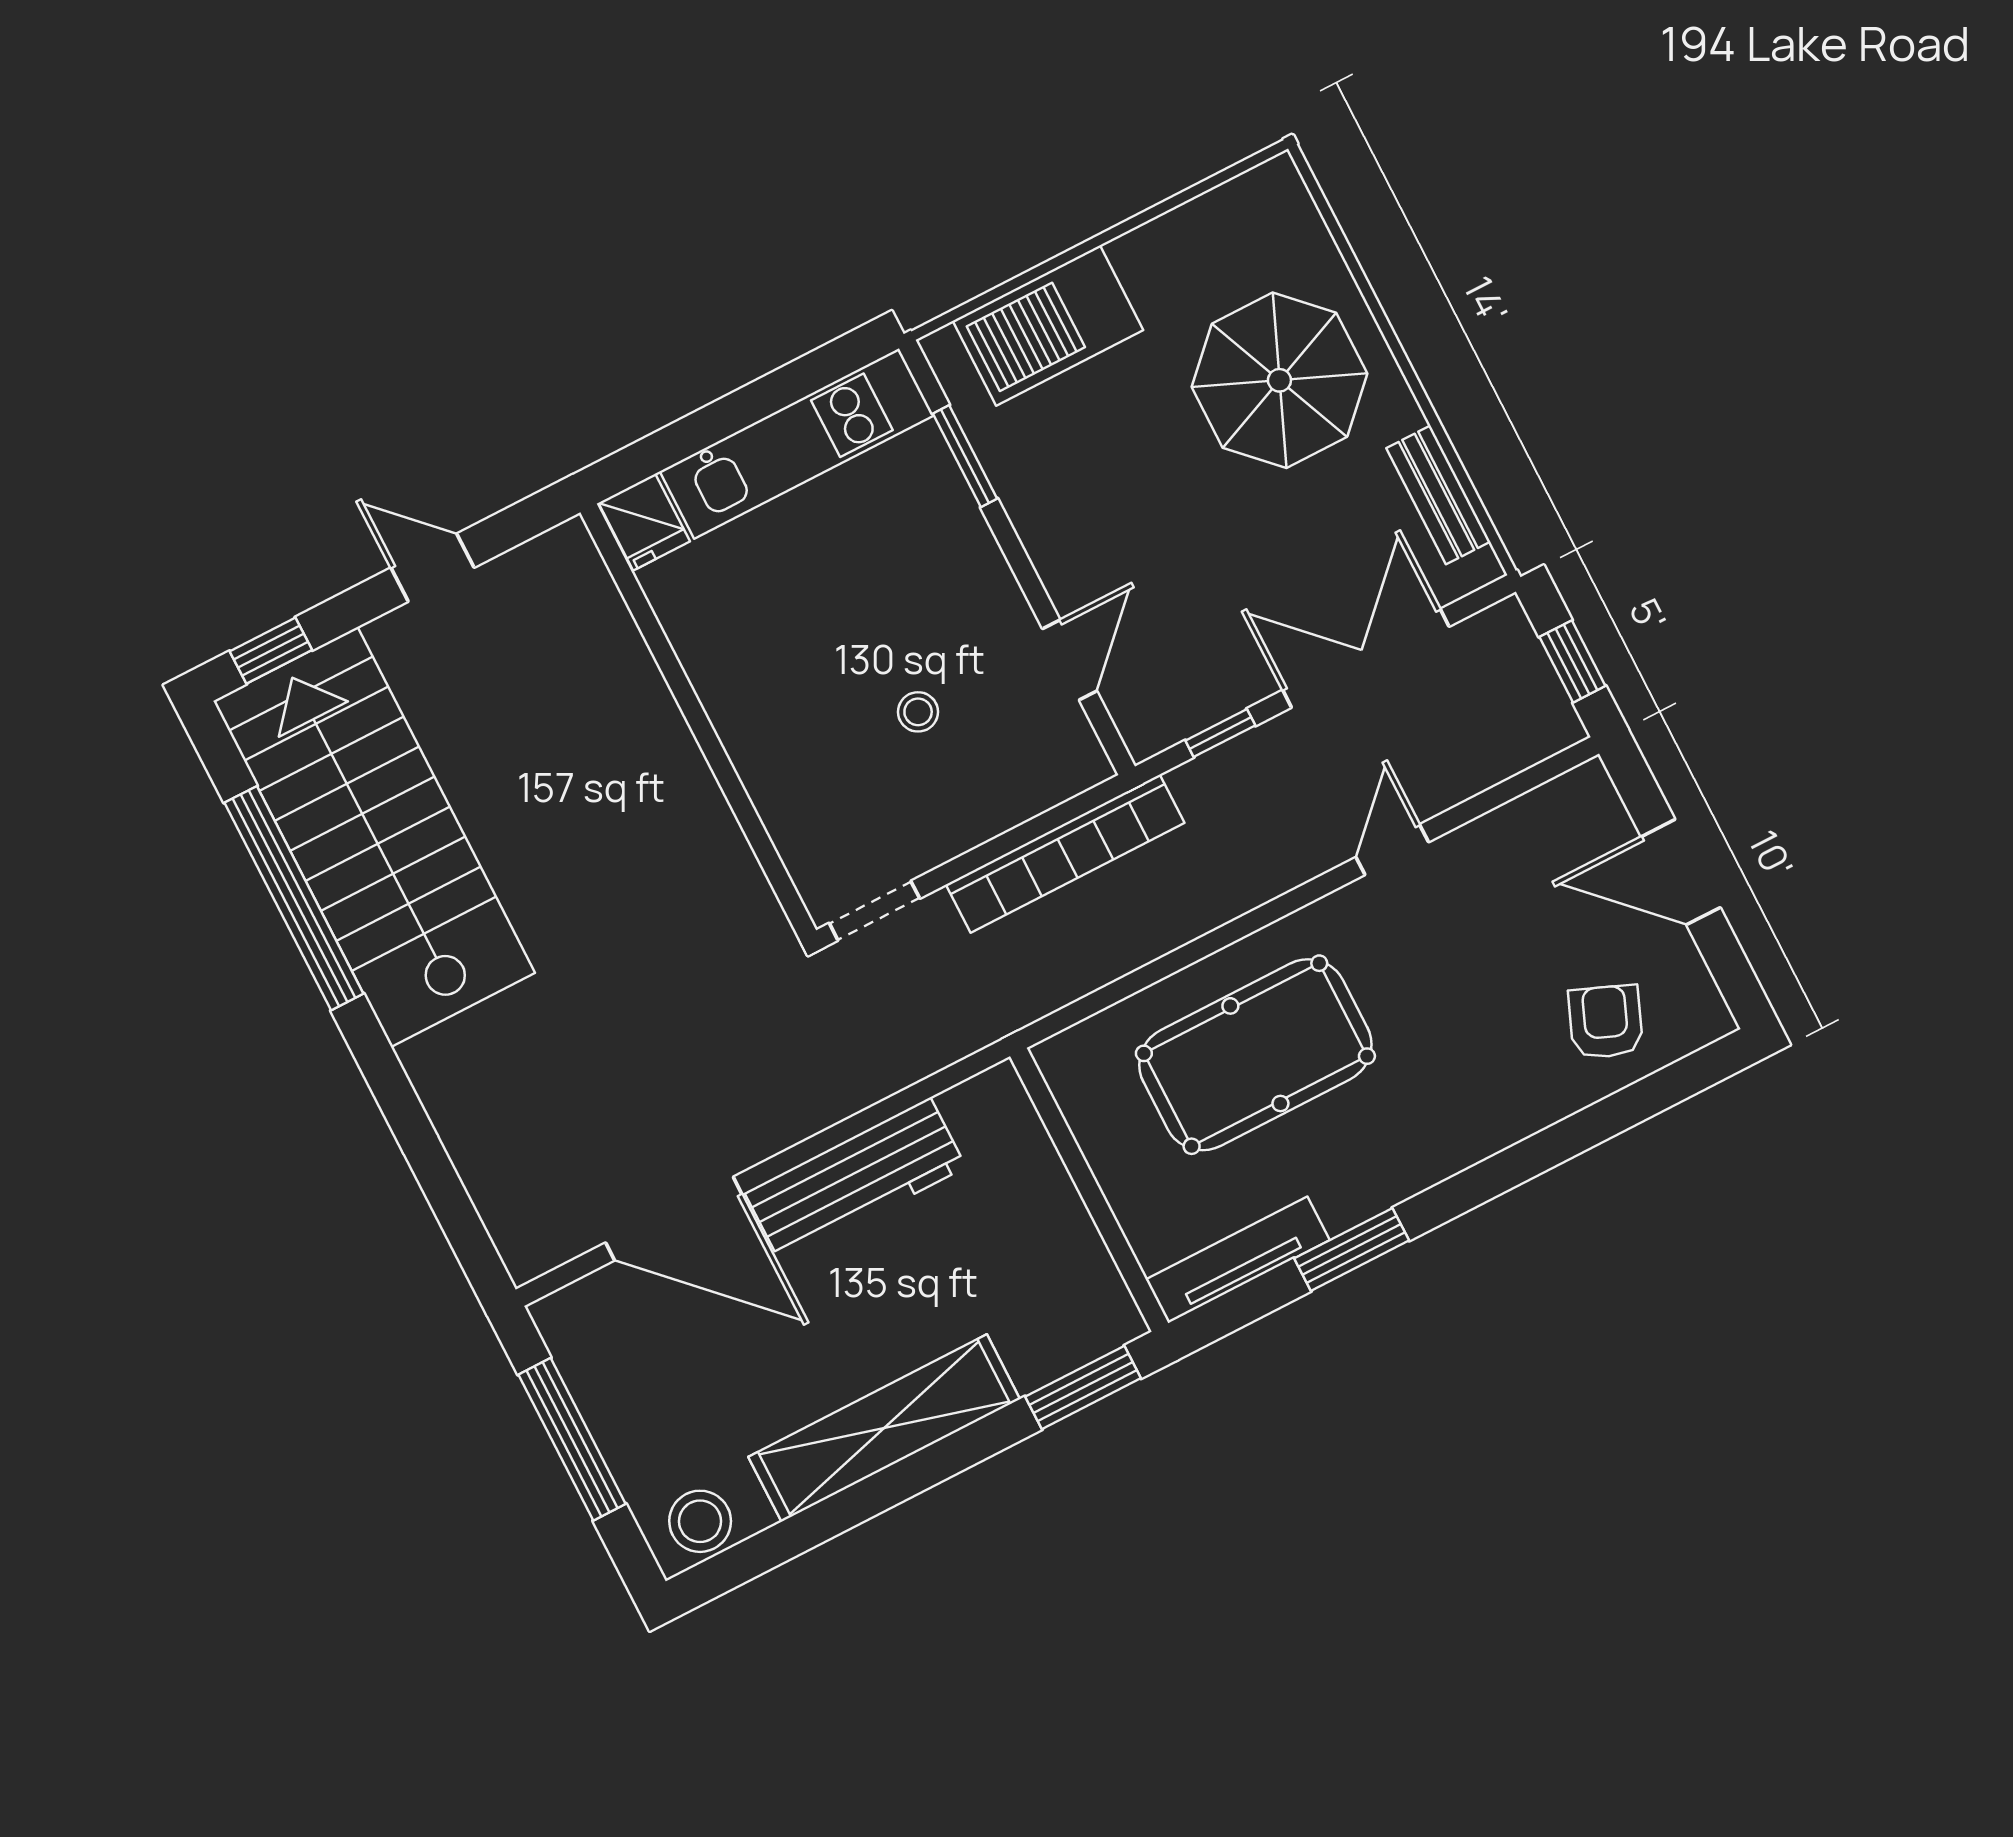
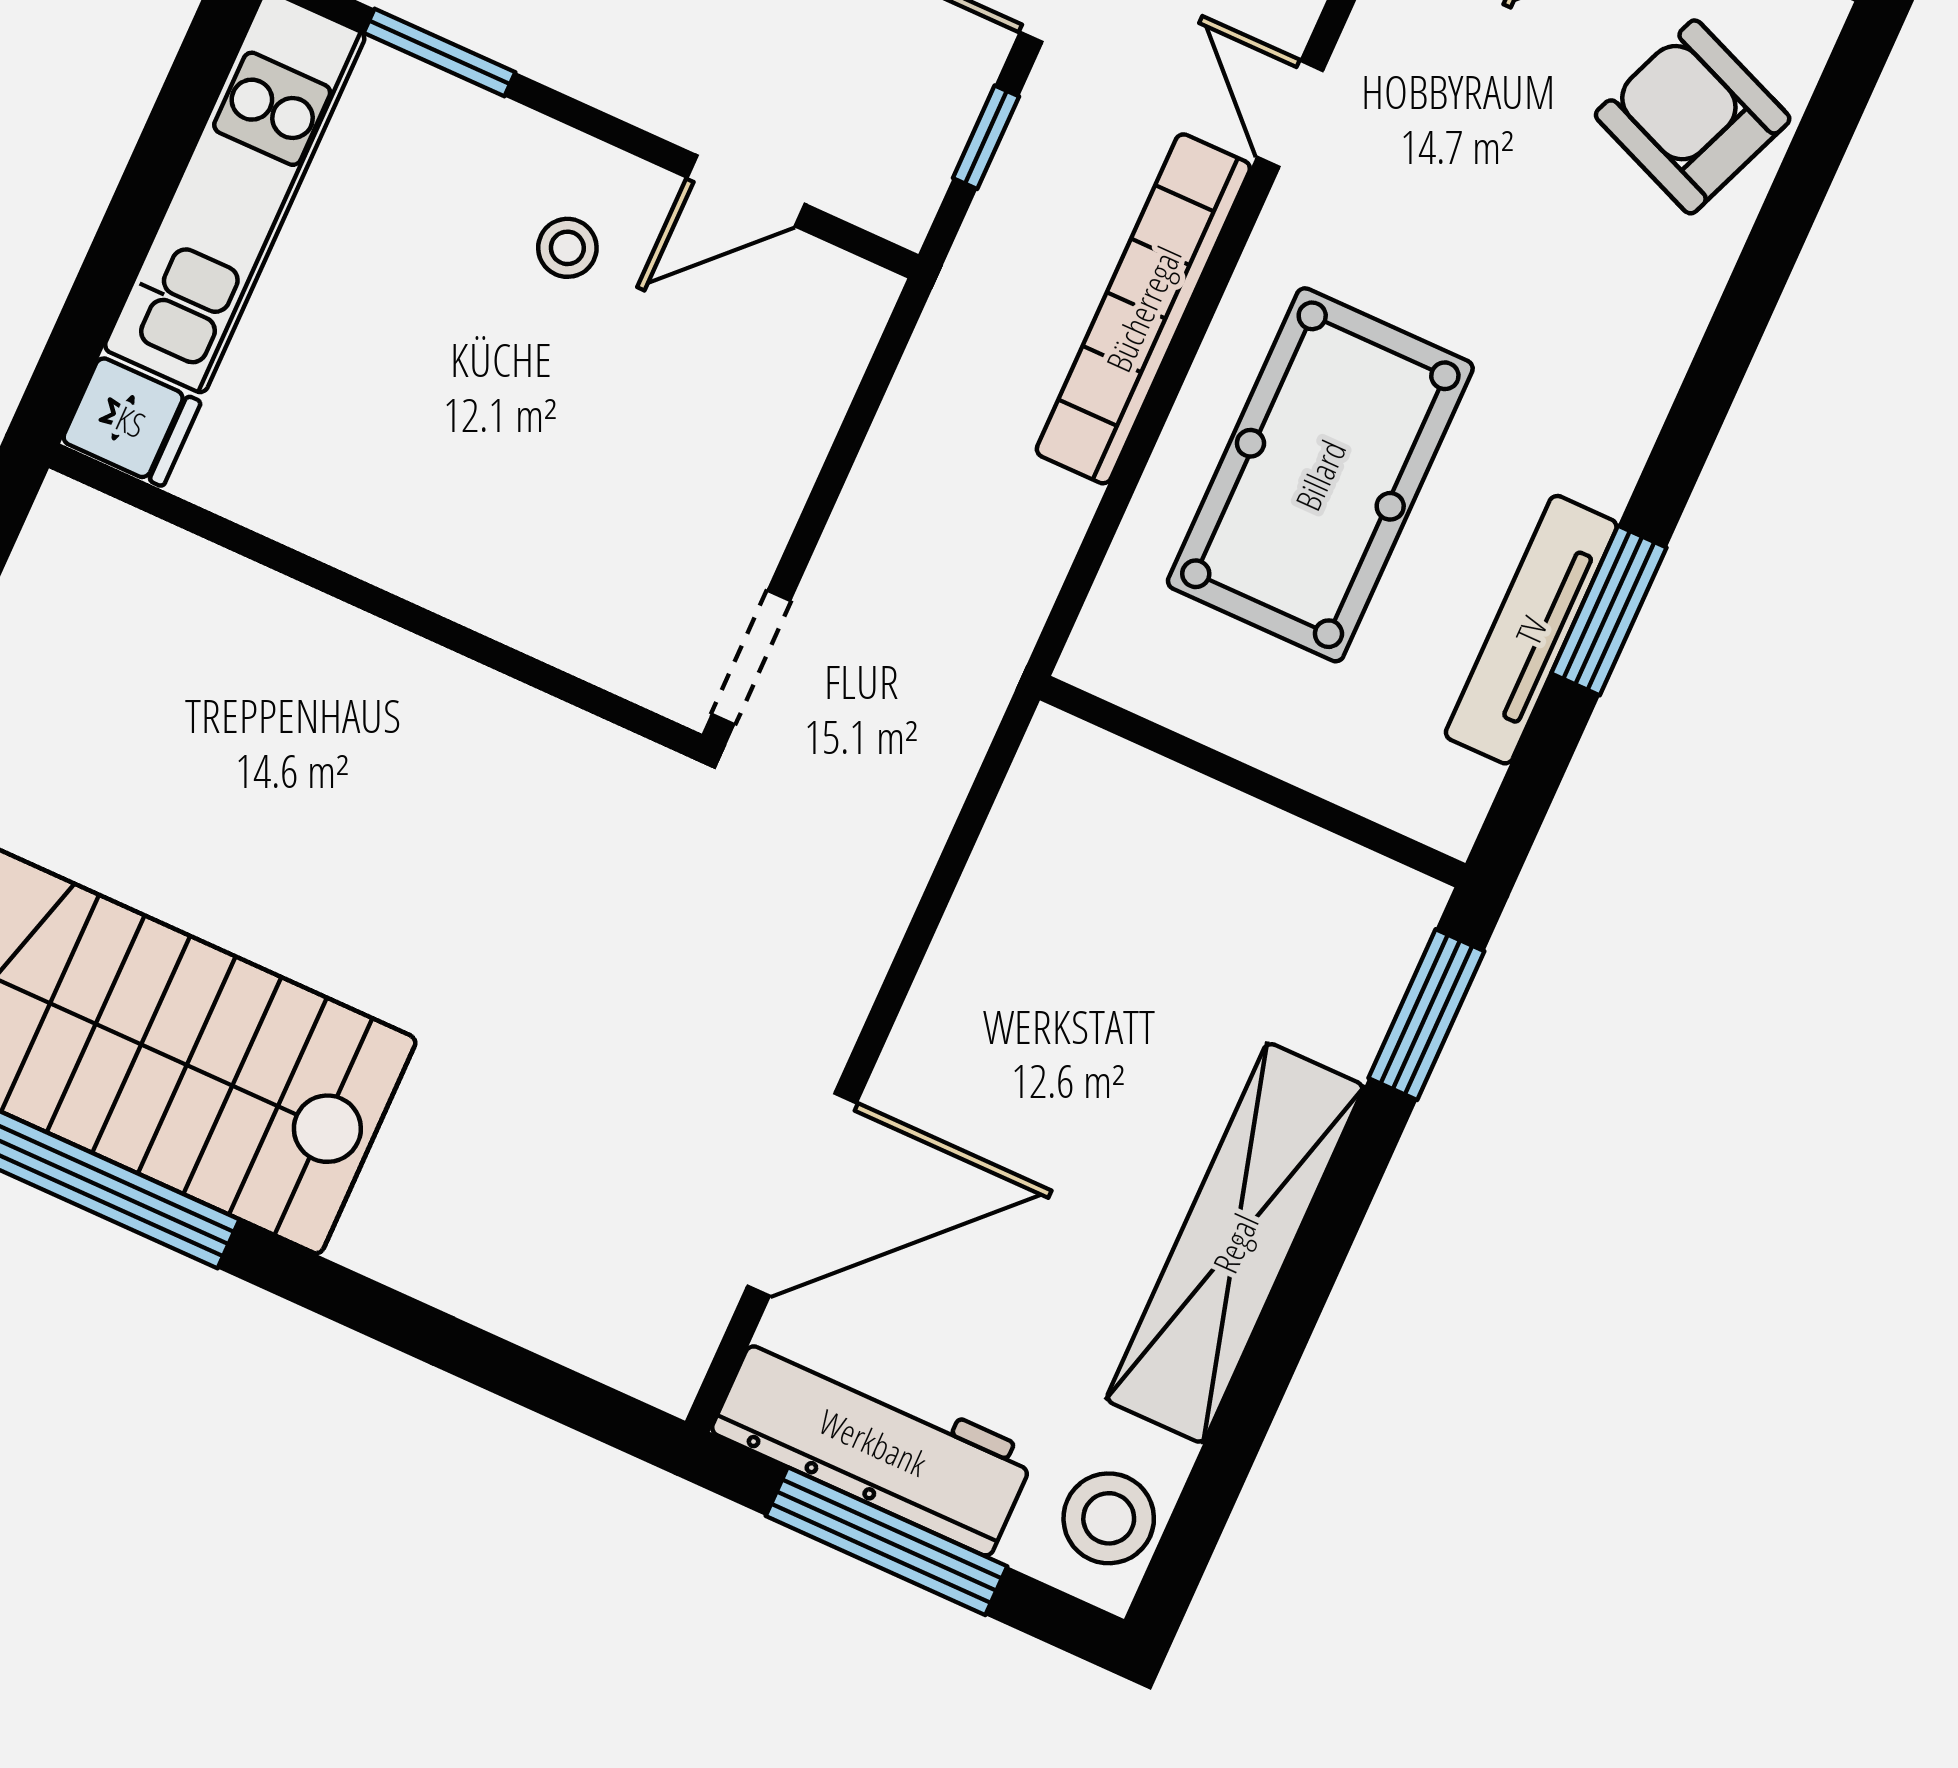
door: (1070, 660) -> (746, 191), swing flipped
stool: (918, 712) -> (567, 248), moved
bookcase: (1065, 854) -> (1143, 309), moved, turned 180
armchair: (1606, 1022) -> (1693, 117), width x1.38, depth x1.38
workbench: (855, 1180) -> (873, 1442), moved, turned -90
tv unit: (1238, 1260) -> (1531, 630), moved

